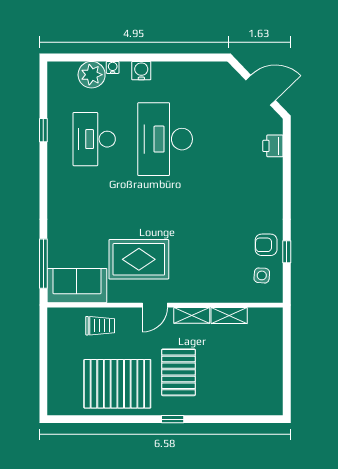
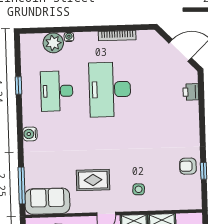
bookcase: (177, 68) -> (117, 36), added
water cooler: (141, 71) -> (30, 134), moved, turned -90
rug: (139, 259) -> (93, 180), width x0.73, depth x0.70
side table: (262, 275) -> (139, 189), moved

